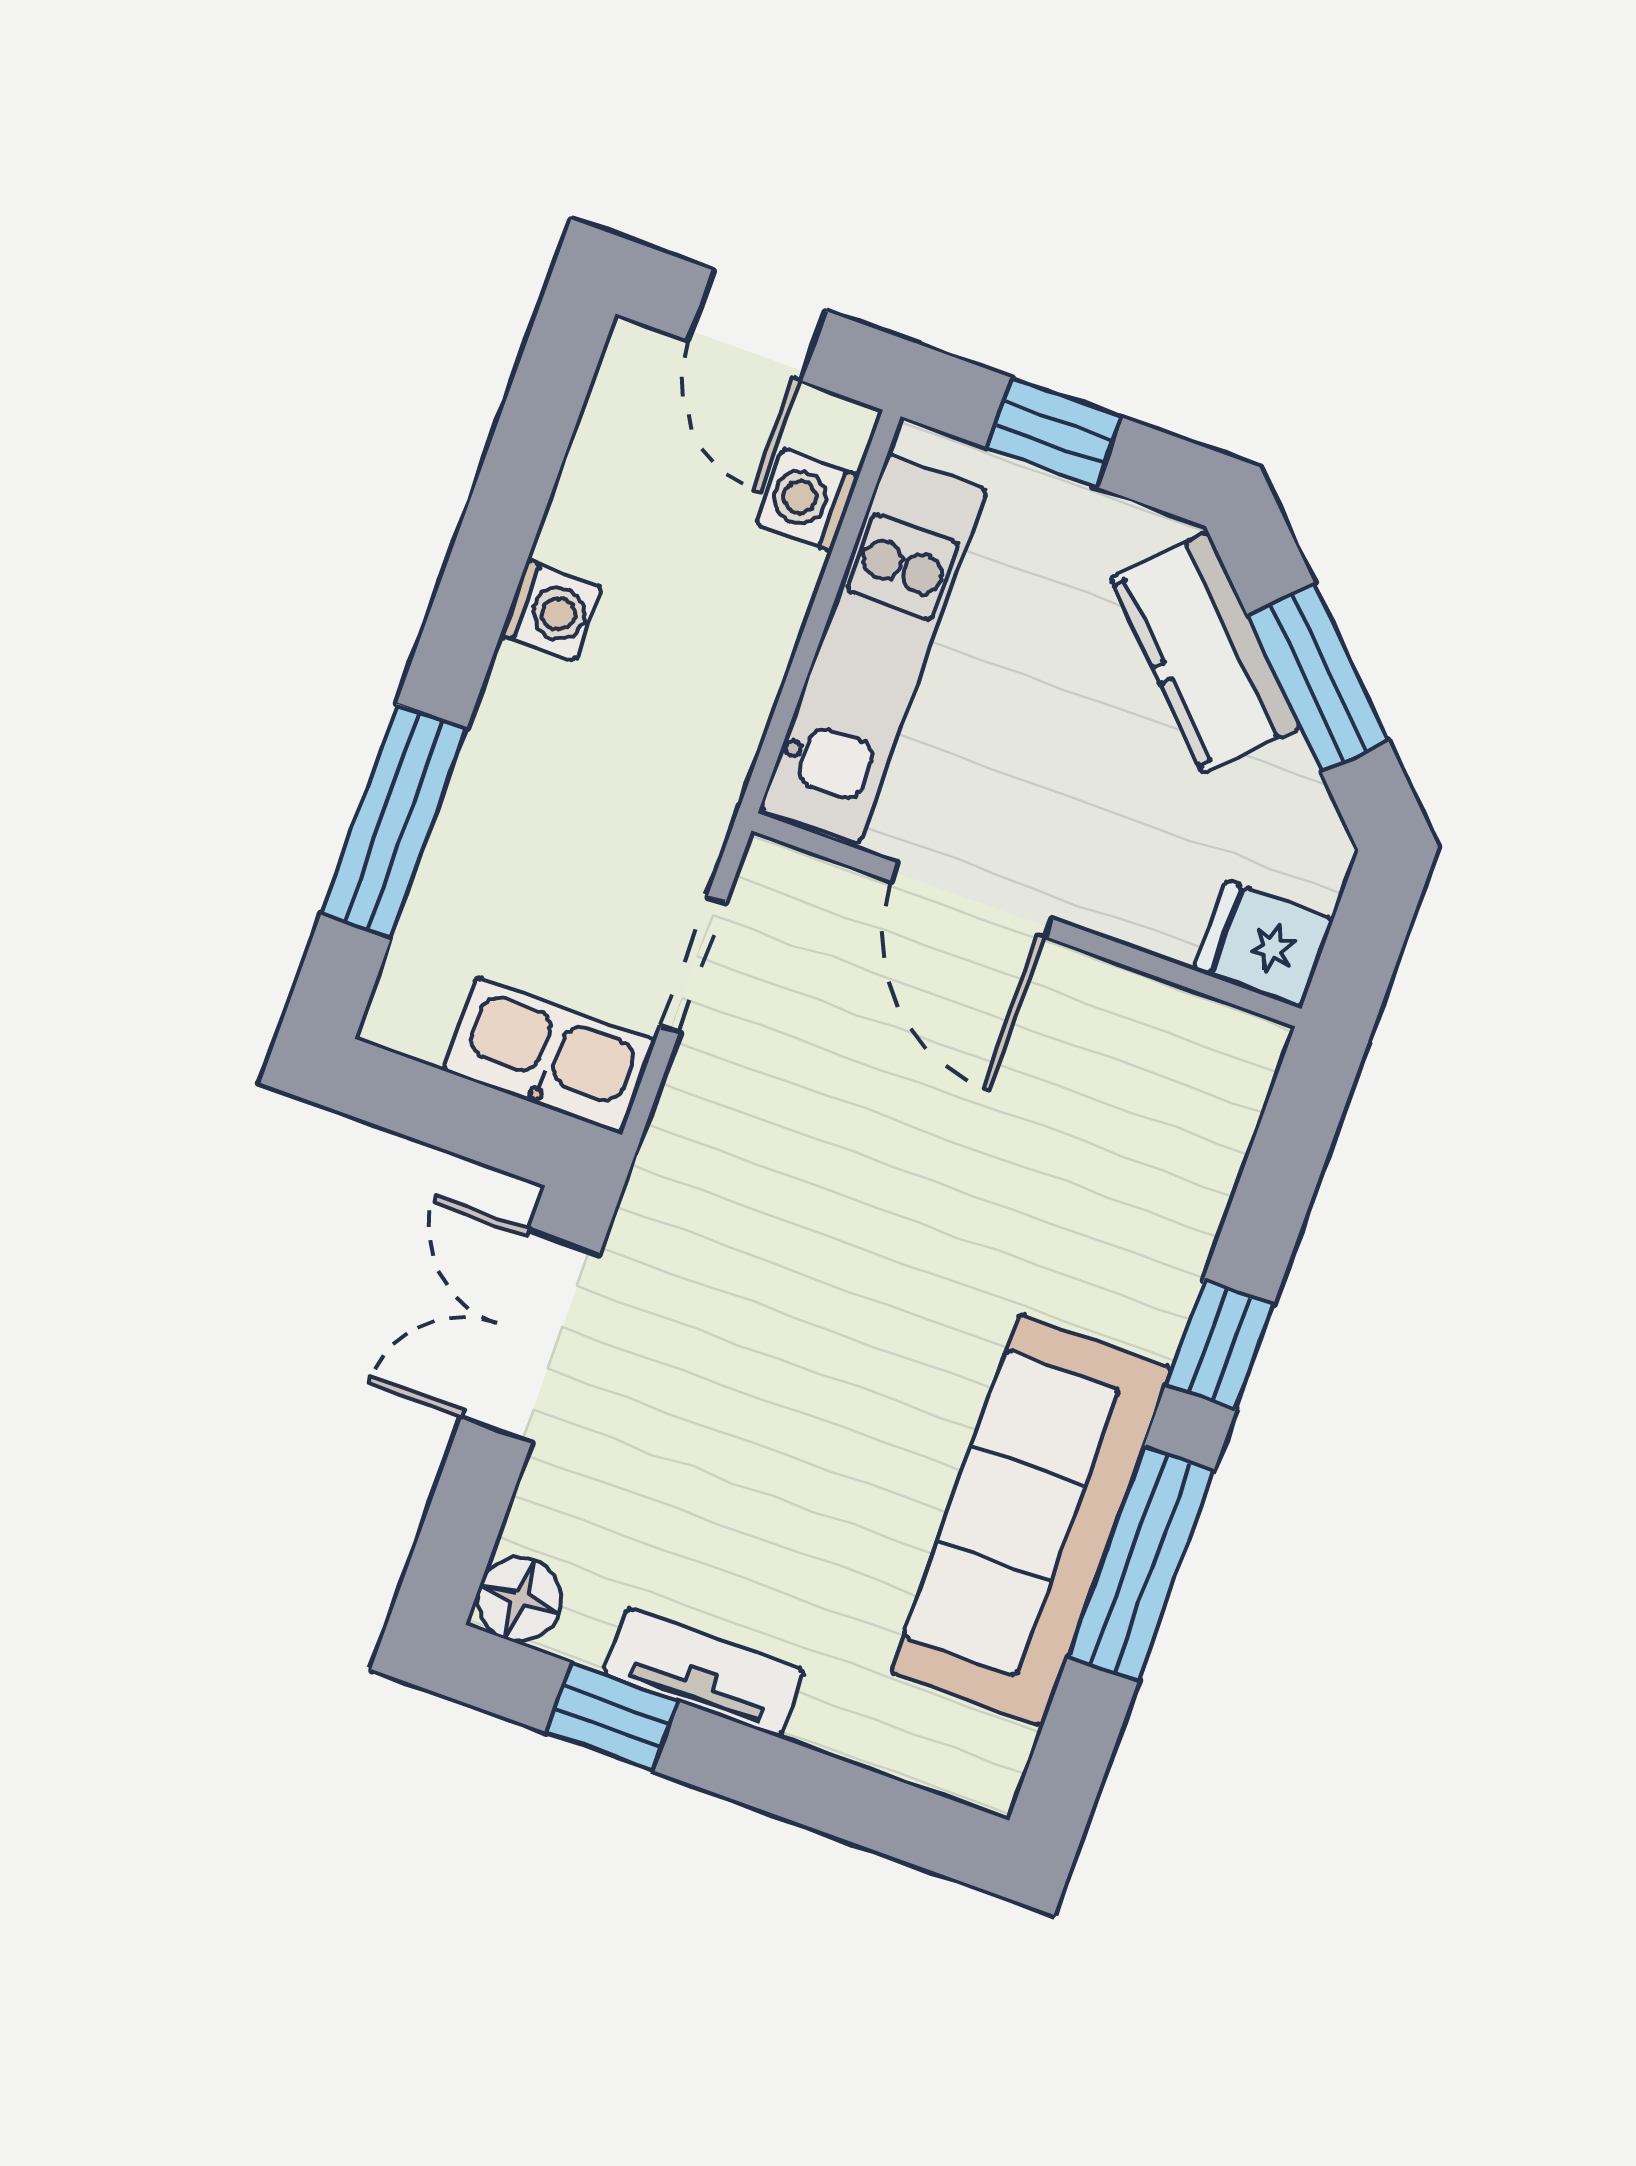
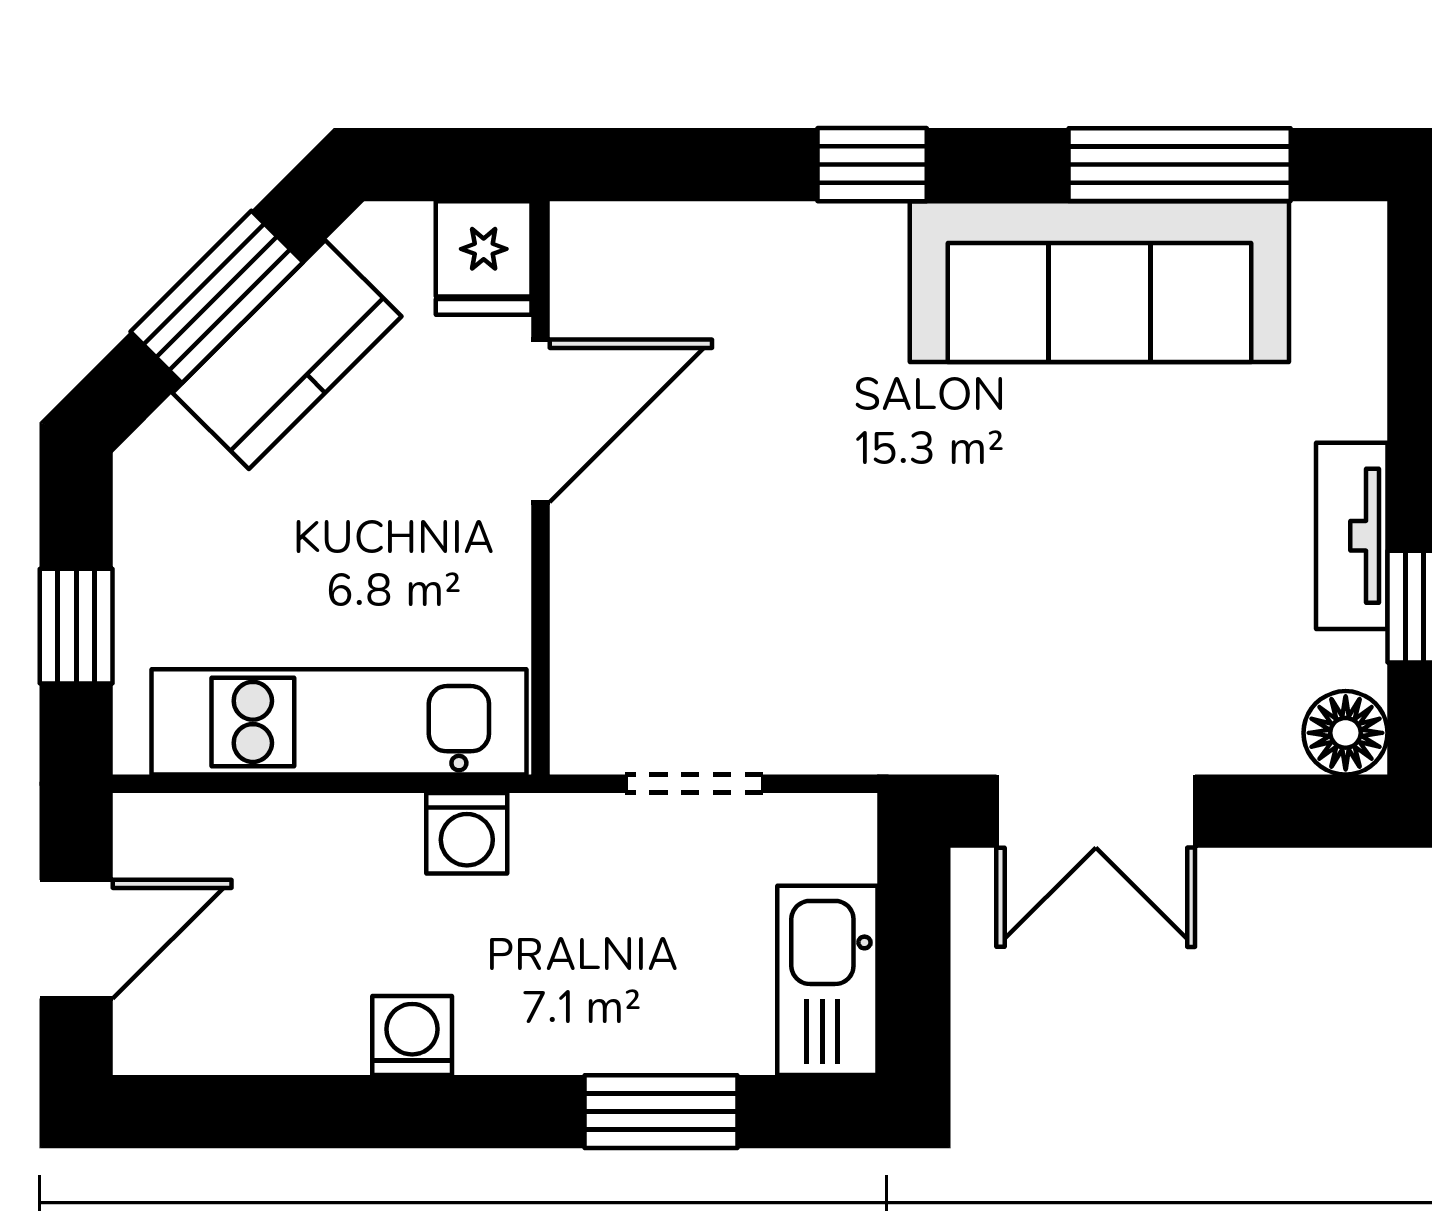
washing machine: (807, 500) -> (467, 833), moved
kitchen counter: (1205, 653) -> (287, 355), moved
window: (394, 821) -> (661, 1112), width x0.69
door: (972, 900) -> (541, 421), moved
kitchen sink: (549, 1055) -> (827, 980), moved
window: (1141, 1563) -> (1180, 165), moved

